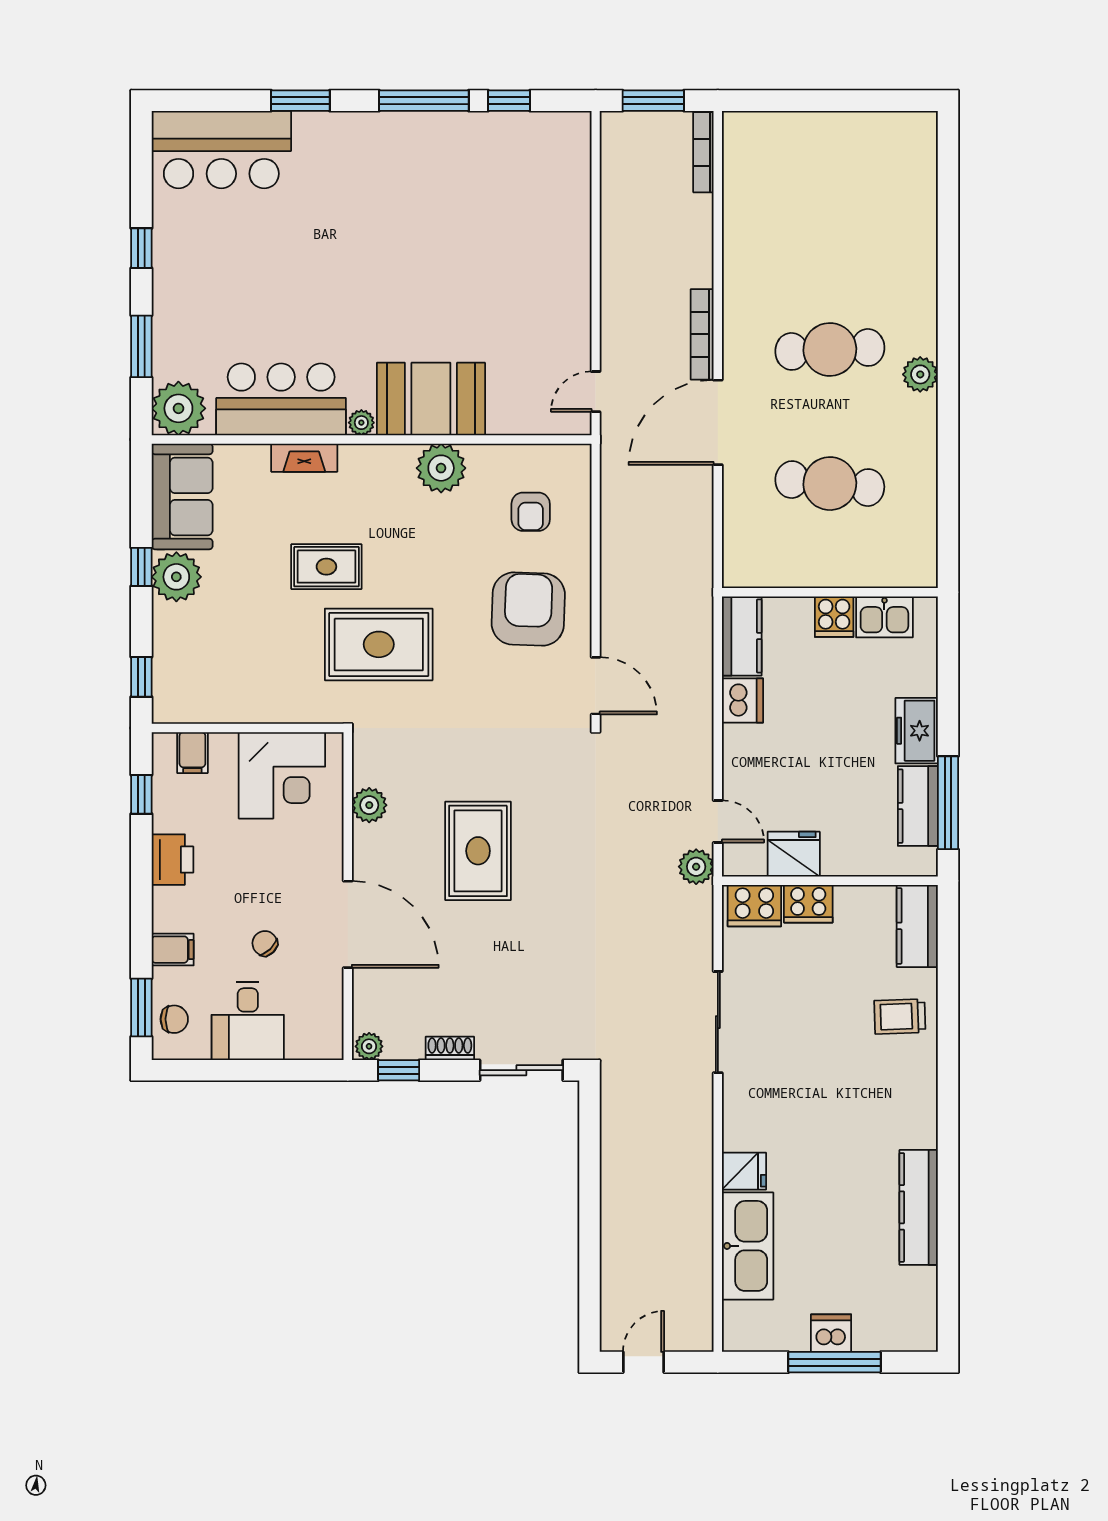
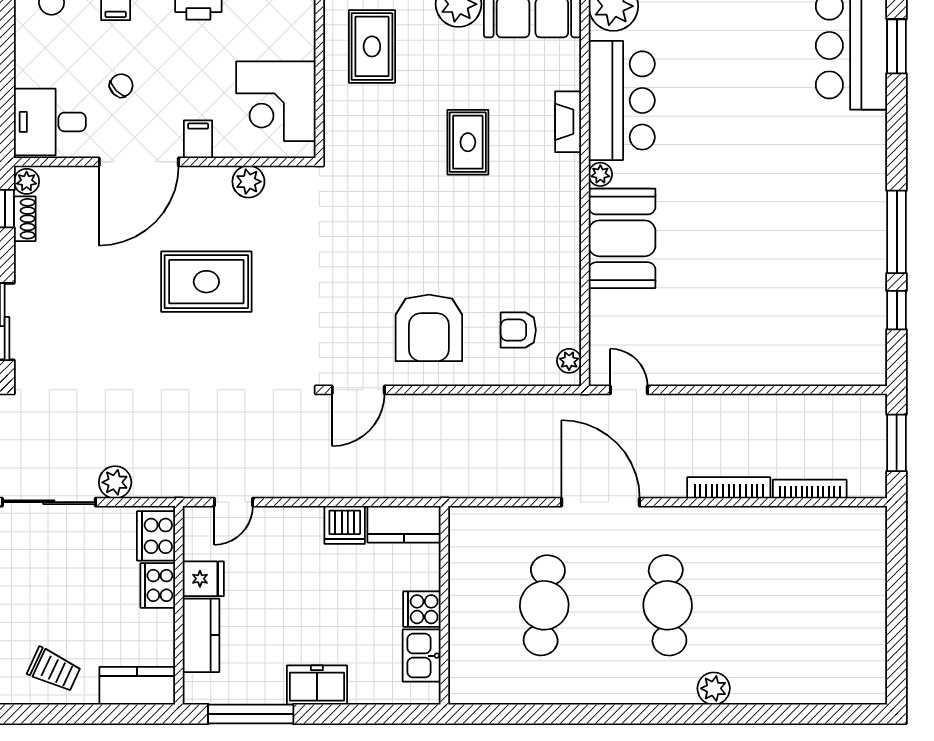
window: (300, 101) -> (897, 46), moved
bookcase: (703, 152) -> (810, 489), moved
bookcase: (702, 334) -> (729, 488), moved
plant: (920, 374) -> (714, 688), moved
plant: (441, 468) -> (569, 361), moved, width x0.53, depth x0.53
armchair: (528, 609) -> (429, 328), turned 88
rug: (379, 644) -> (372, 46), moved, width x0.73, depth x0.70
filing cabinet: (192, 753) -> (198, 139), moved, turned 90
kitchen counter: (918, 806) -> (201, 635), moved, turned 90
fridge: (794, 854) -> (203, 579), width x0.72
plant: (696, 867) -> (115, 482), moved
trolley: (900, 1016) -> (54, 670), turned 117
desk: (248, 1021) -> (50, 122), moved
shoe rack: (450, 1048) -> (25, 219), moved

